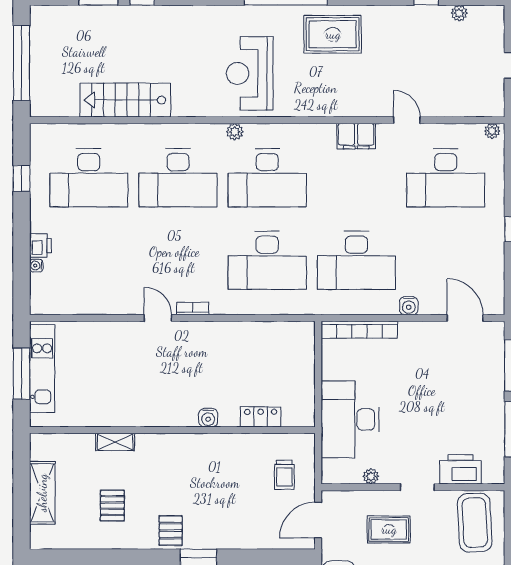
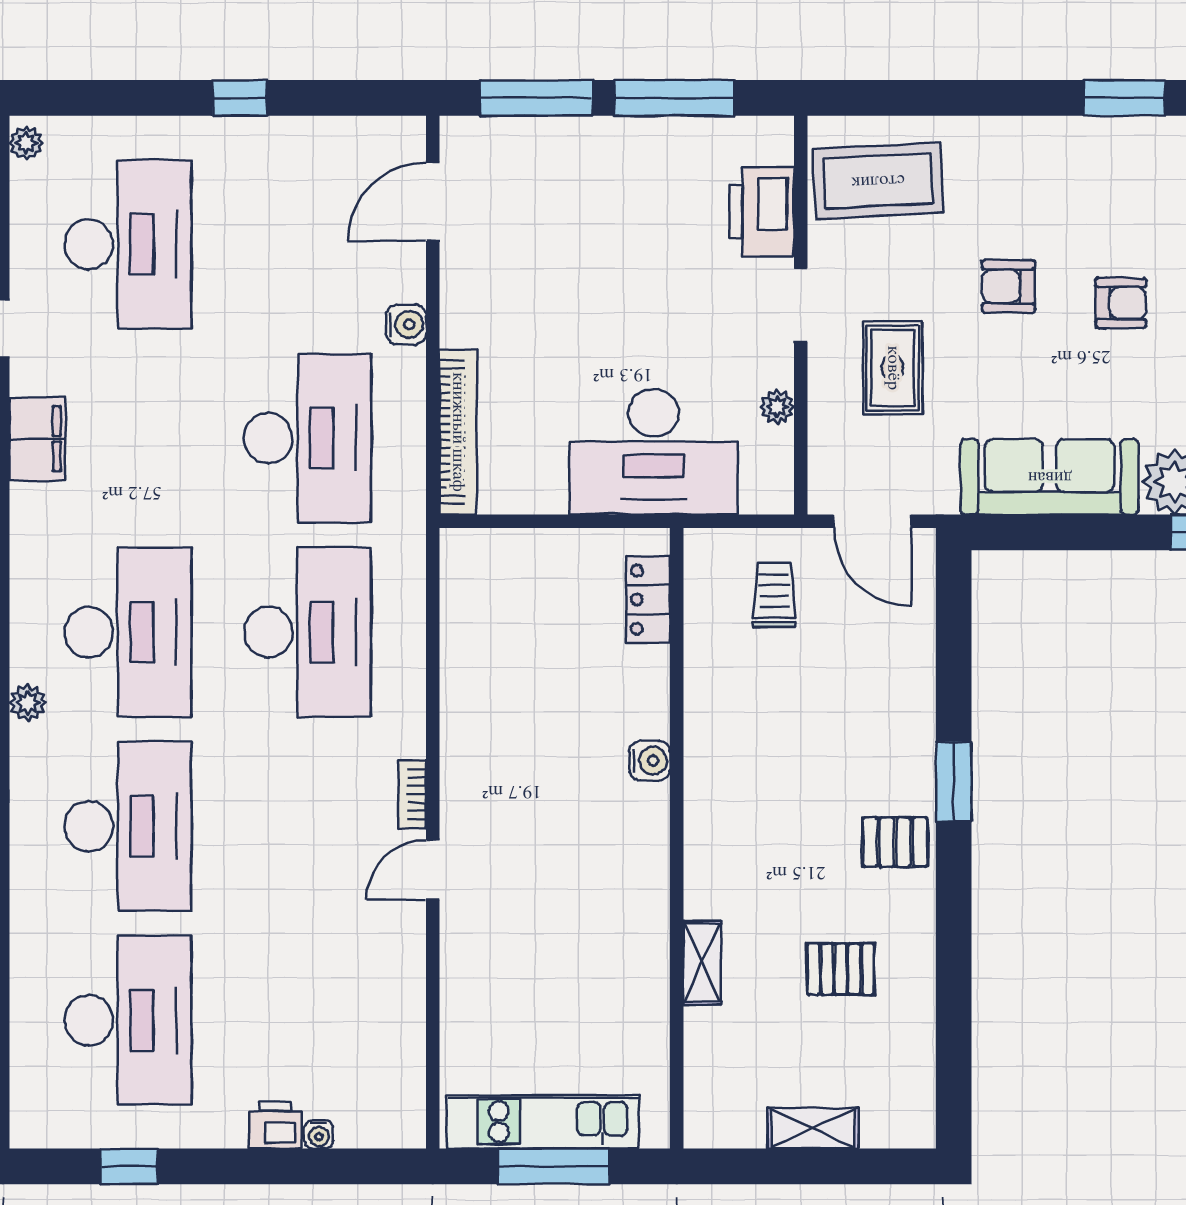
locker: (261, 417) -> (648, 600), moved
trolley: (284, 475) -> (774, 595), turned -90
shelving: (42, 493) -> (813, 1128), width x0.67, depth x0.75

